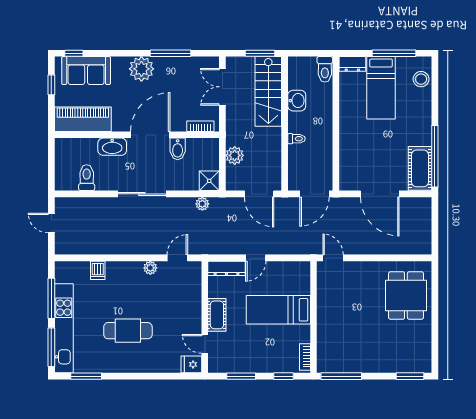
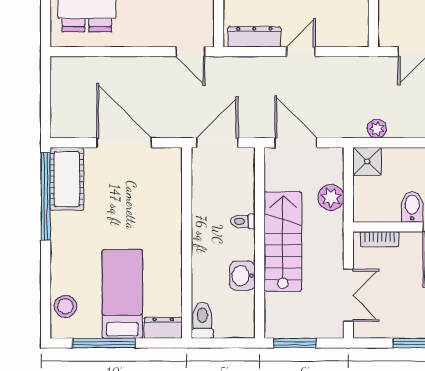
stairs: (268, 91) -> (283, 242), moved
dresser: (226, 268) -> (254, 37), moved

